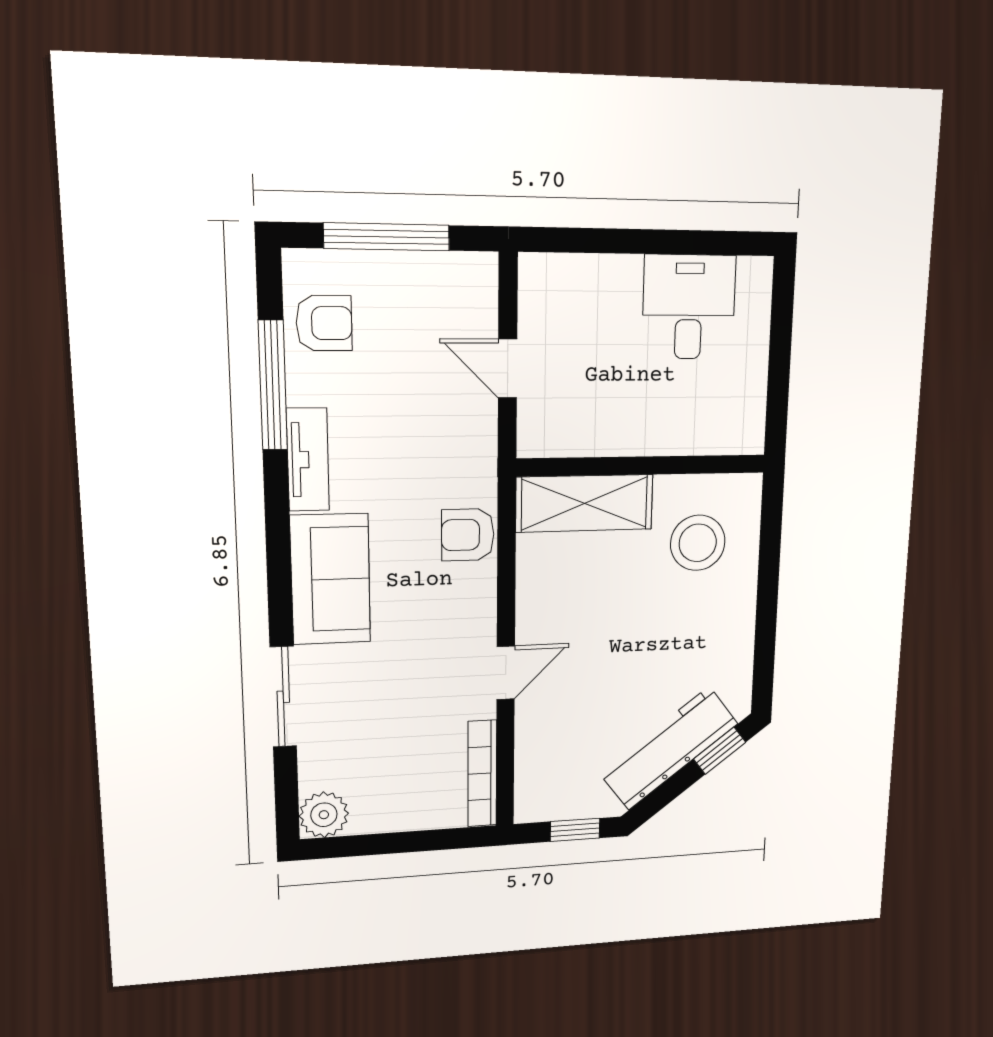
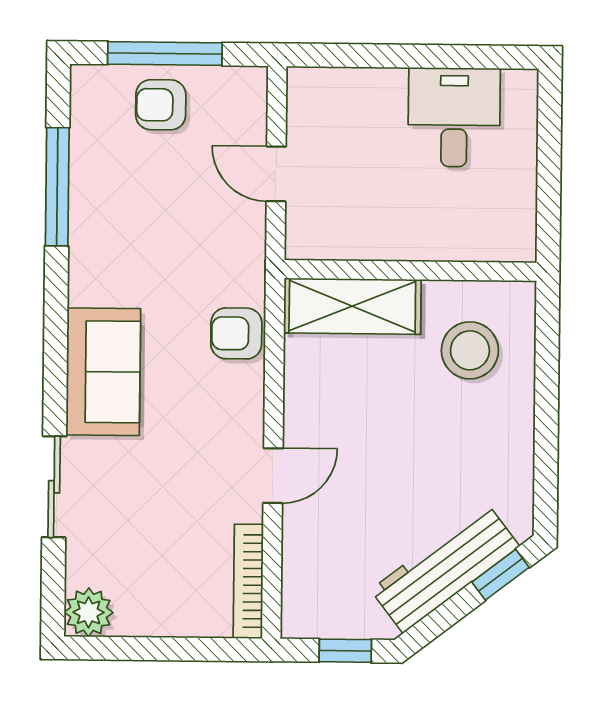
armchair: (324, 323) -> (161, 105), moved, turned 180
tv unit: (308, 460) -> (86, 256), removed

